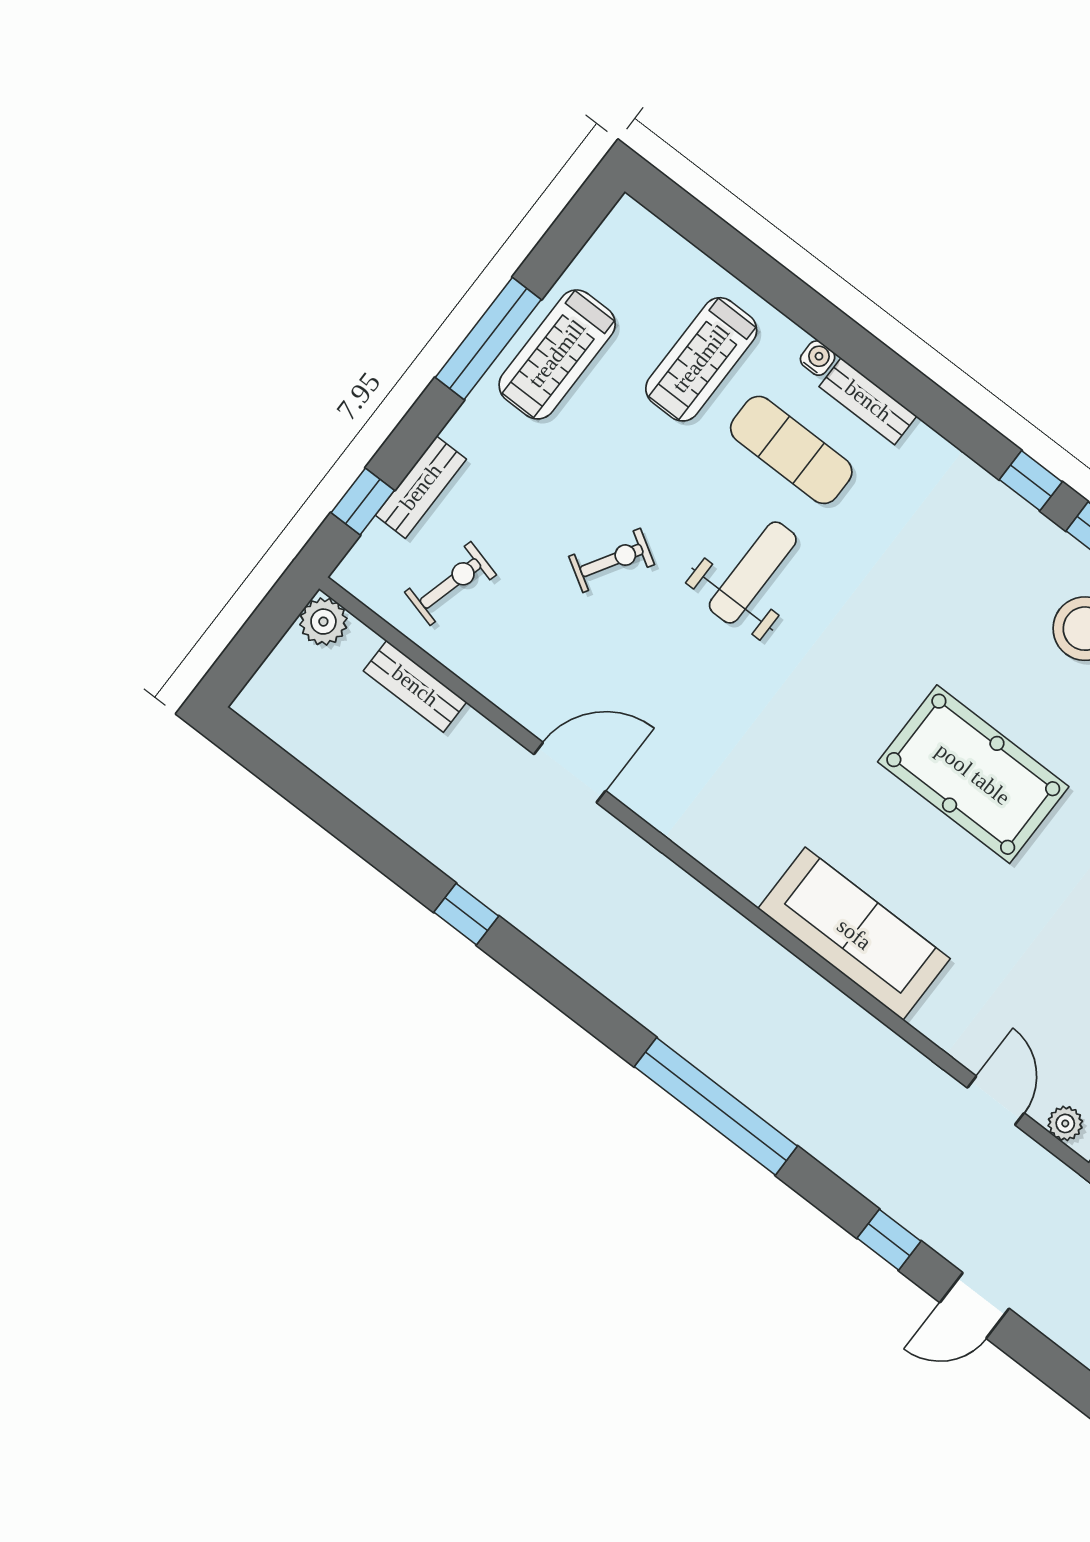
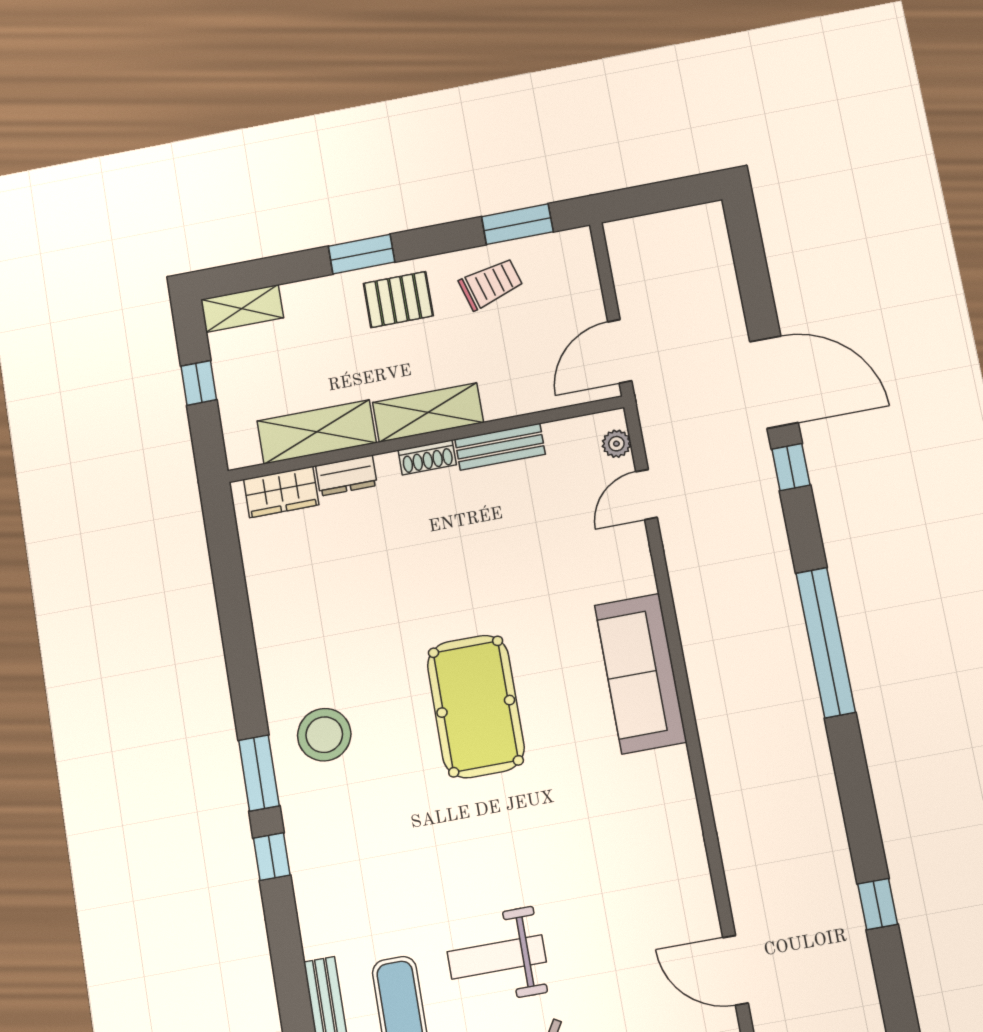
door: (570, 772) -> (735, 970), moved
door: (975, 1306) -> (774, 382), width x1.87

